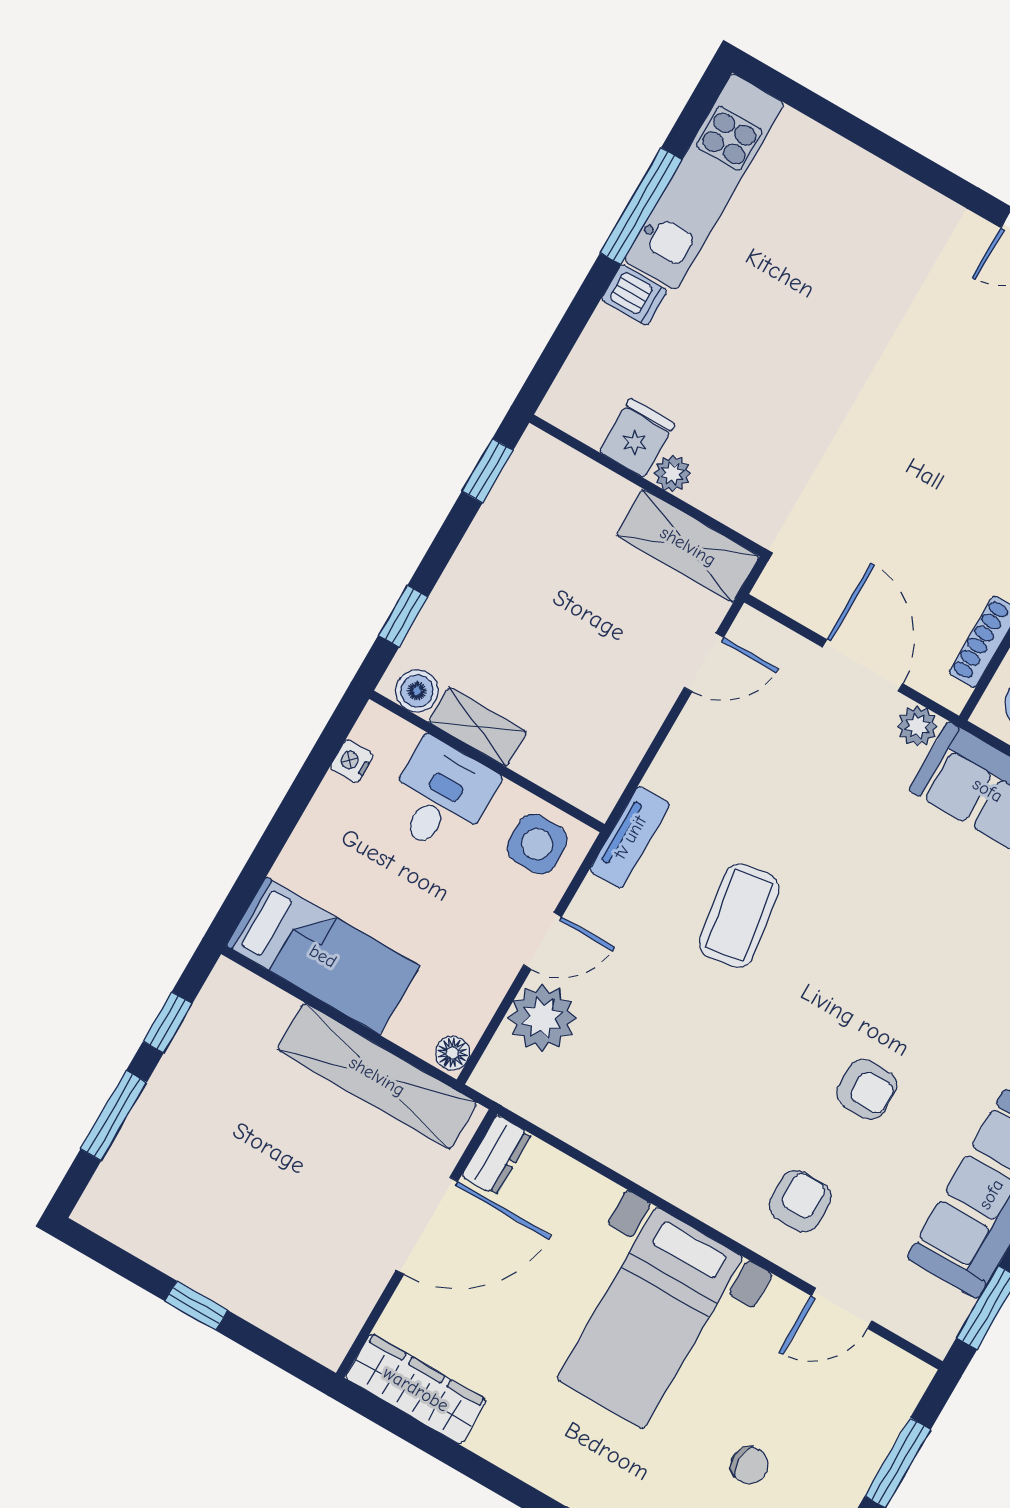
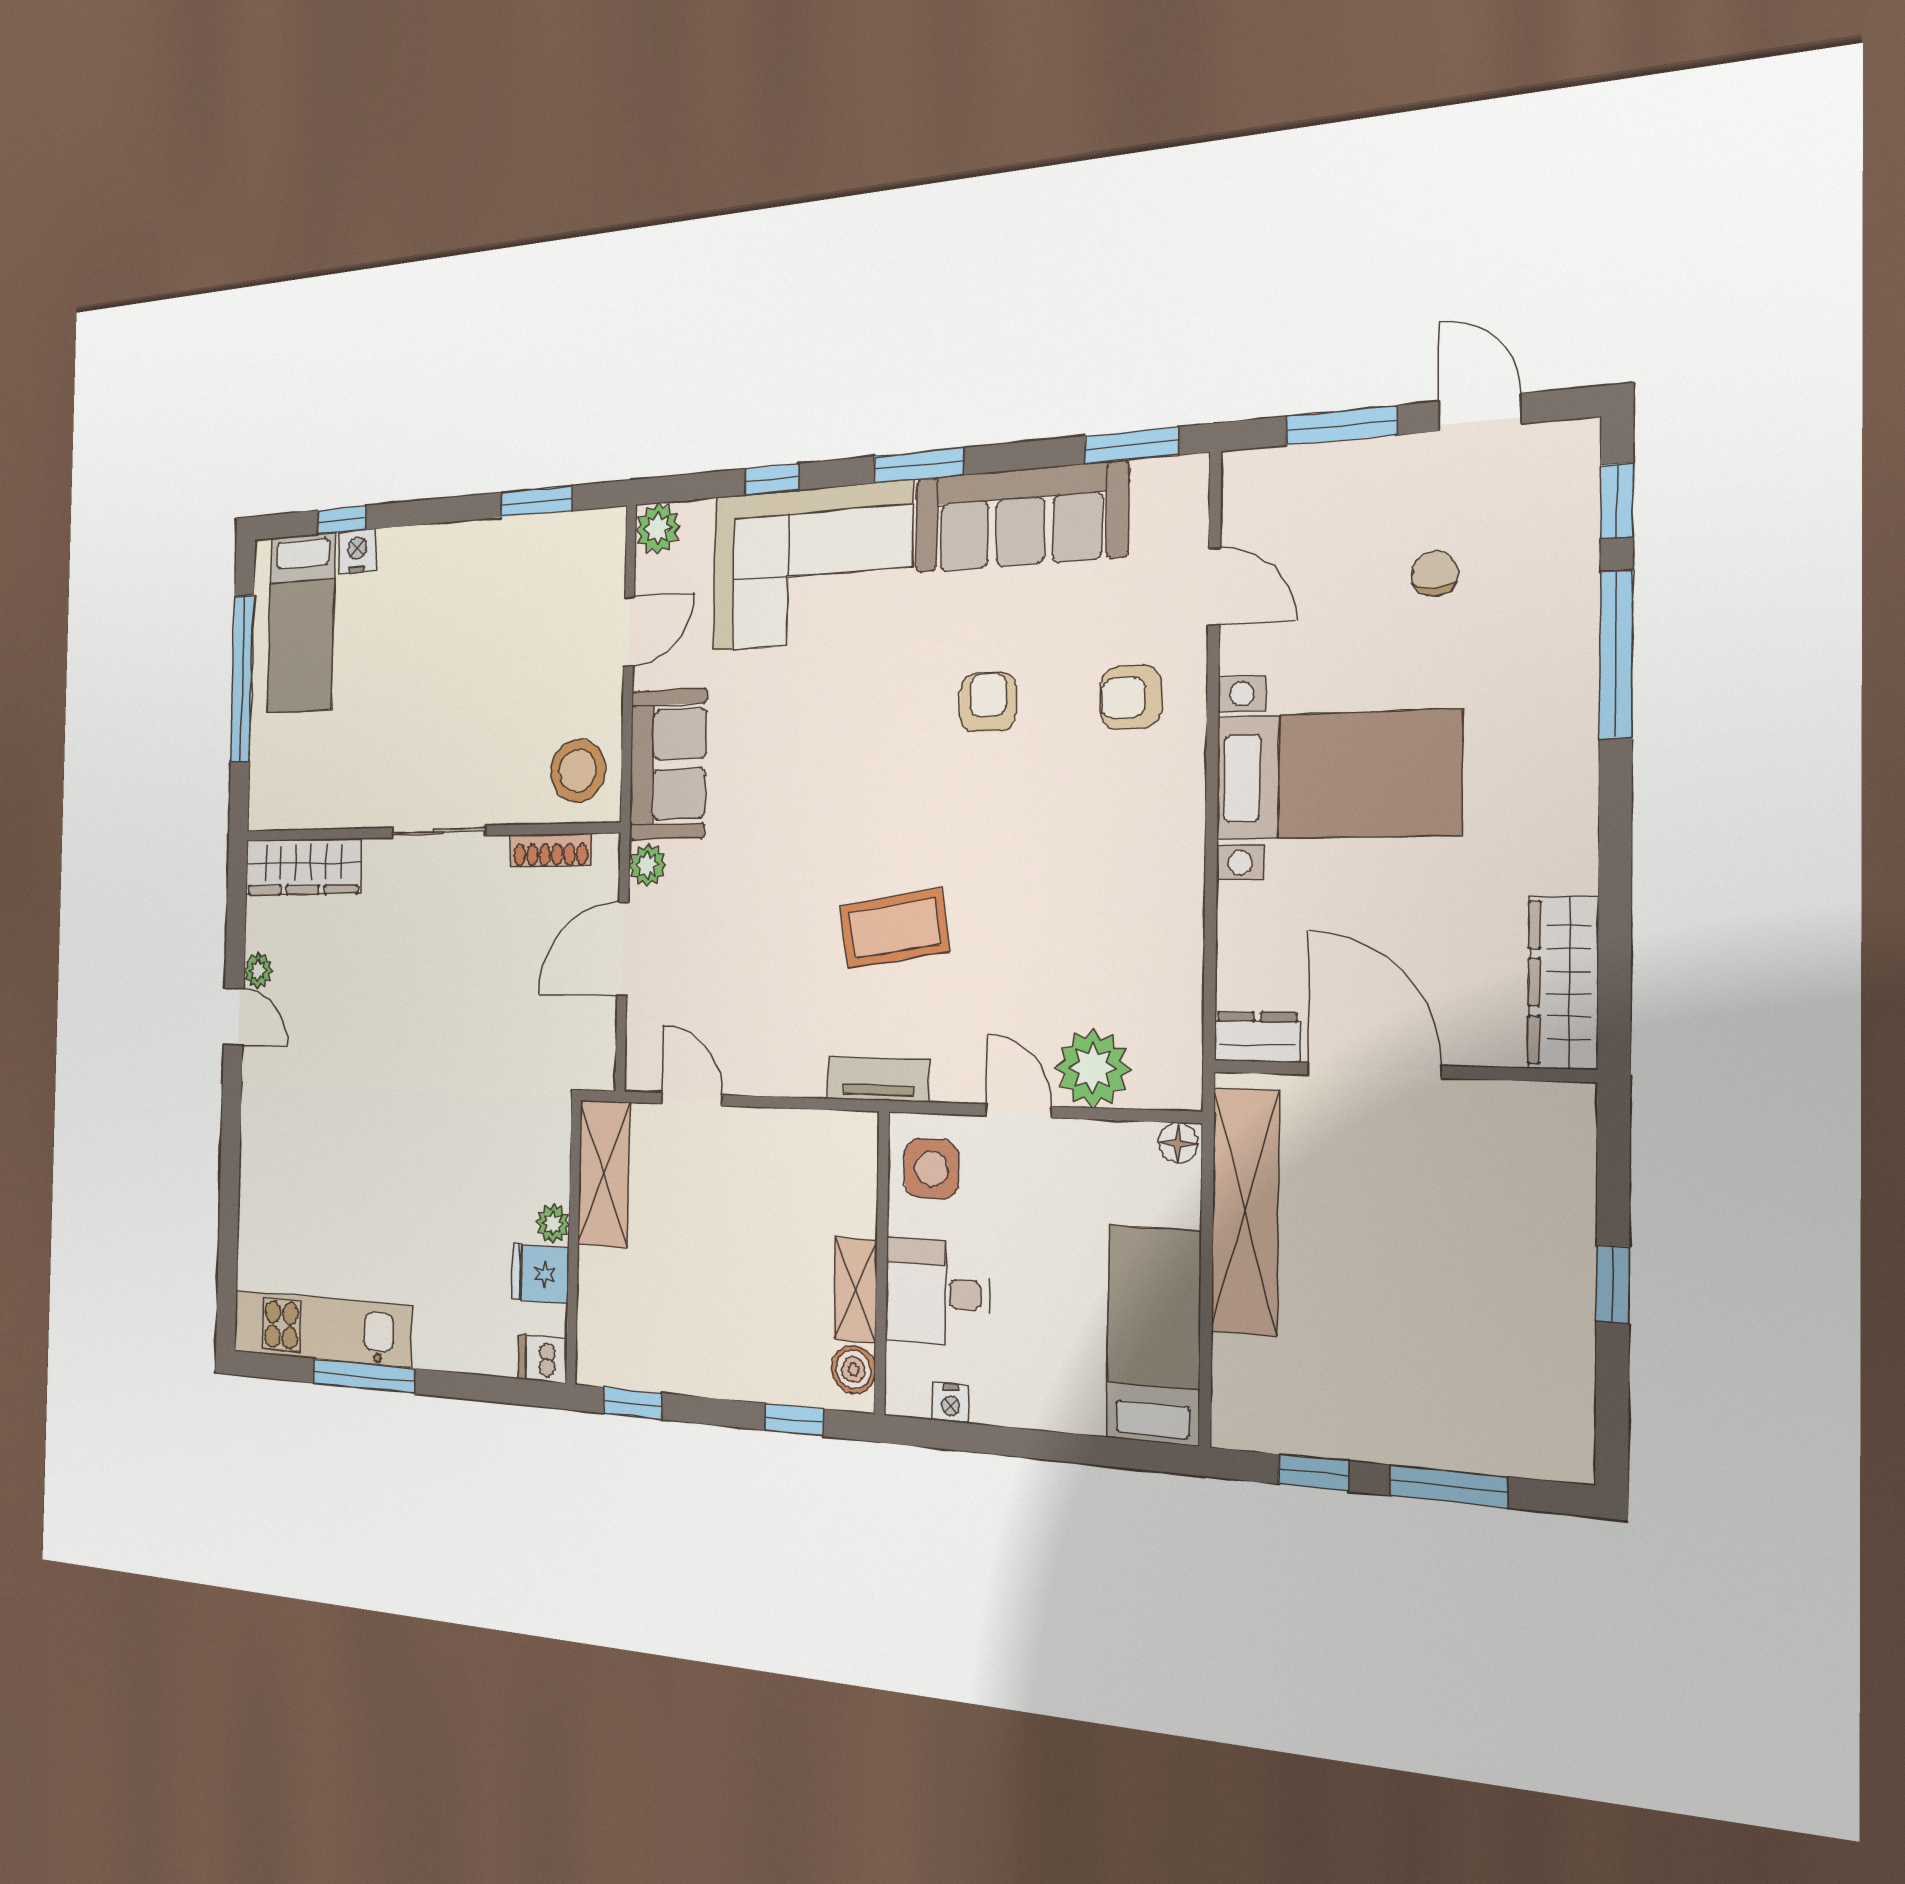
dishwasher: (634, 295) -> (542, 1359), moved, turned -90

